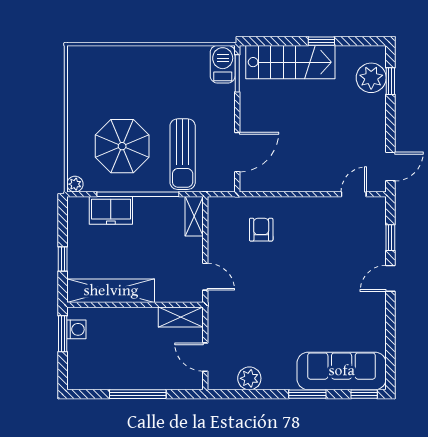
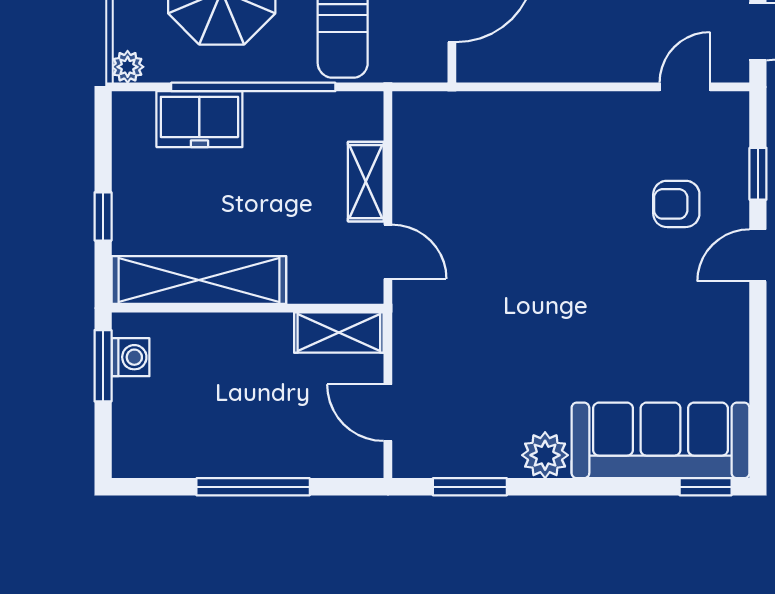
shelving: (194, 216) -> (366, 182), moved
armchair: (261, 230) -> (676, 204), moved, turned -90
plant: (249, 378) -> (545, 455), moved
window: (307, 394) -> (470, 487), moved

